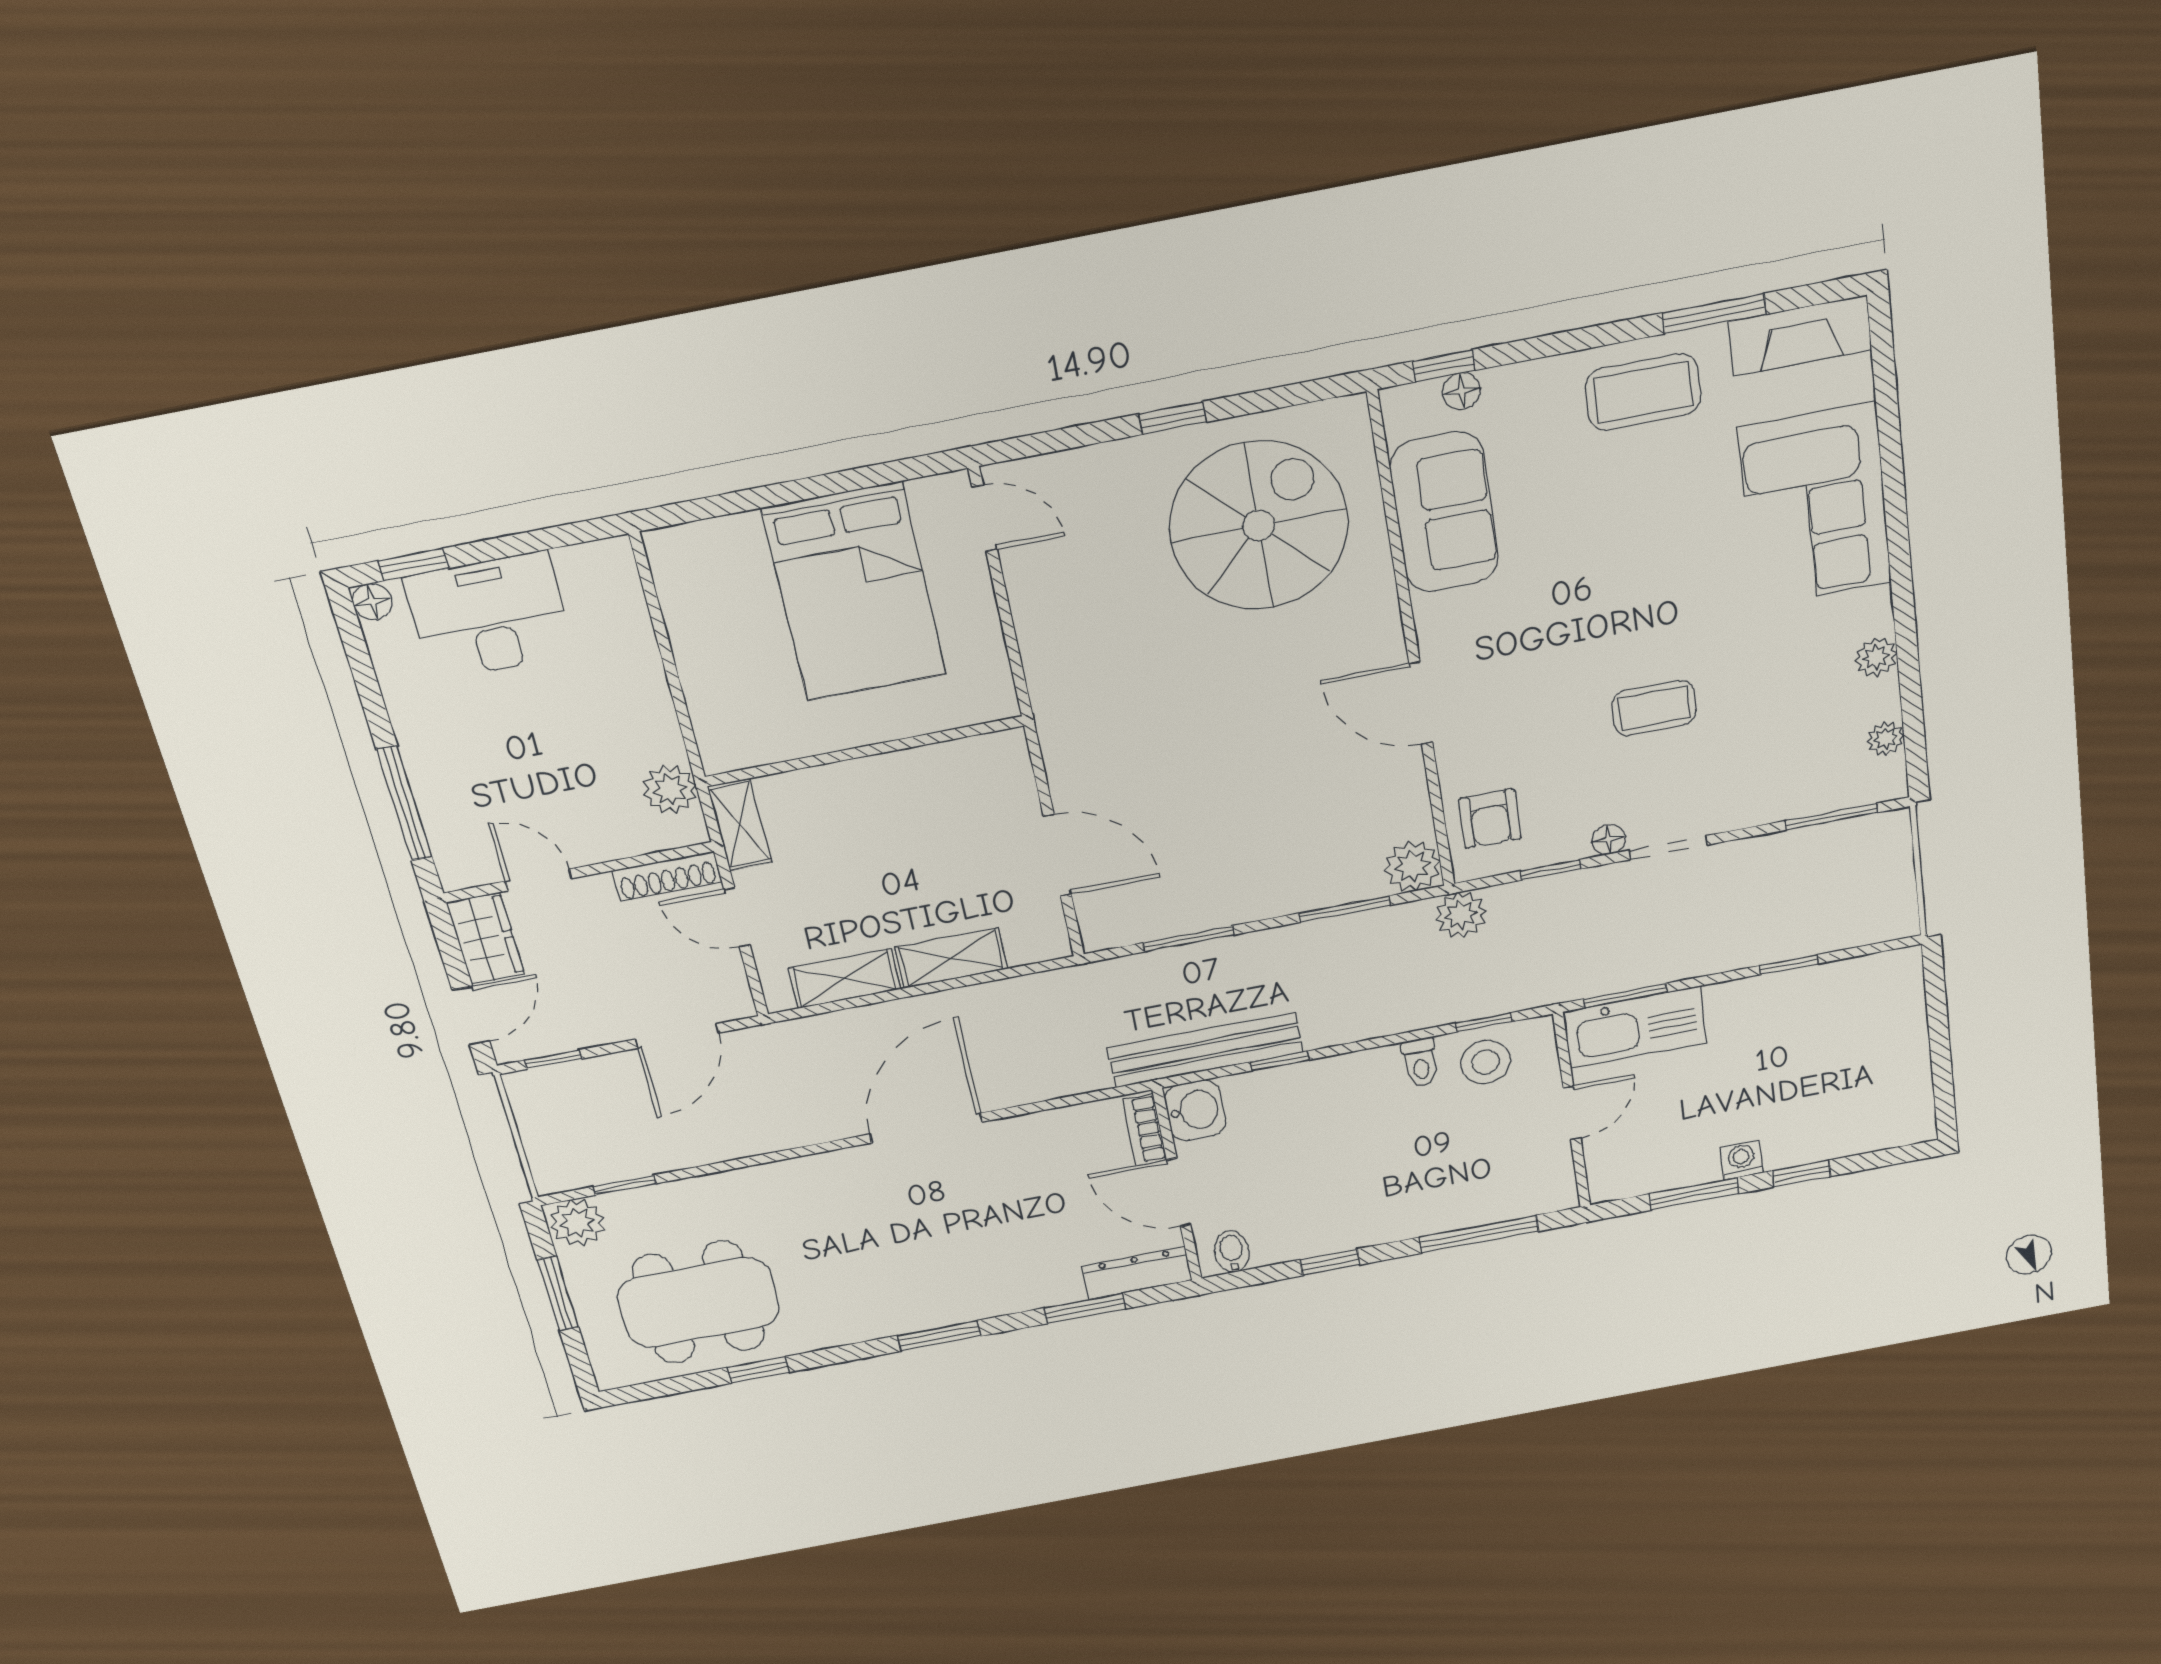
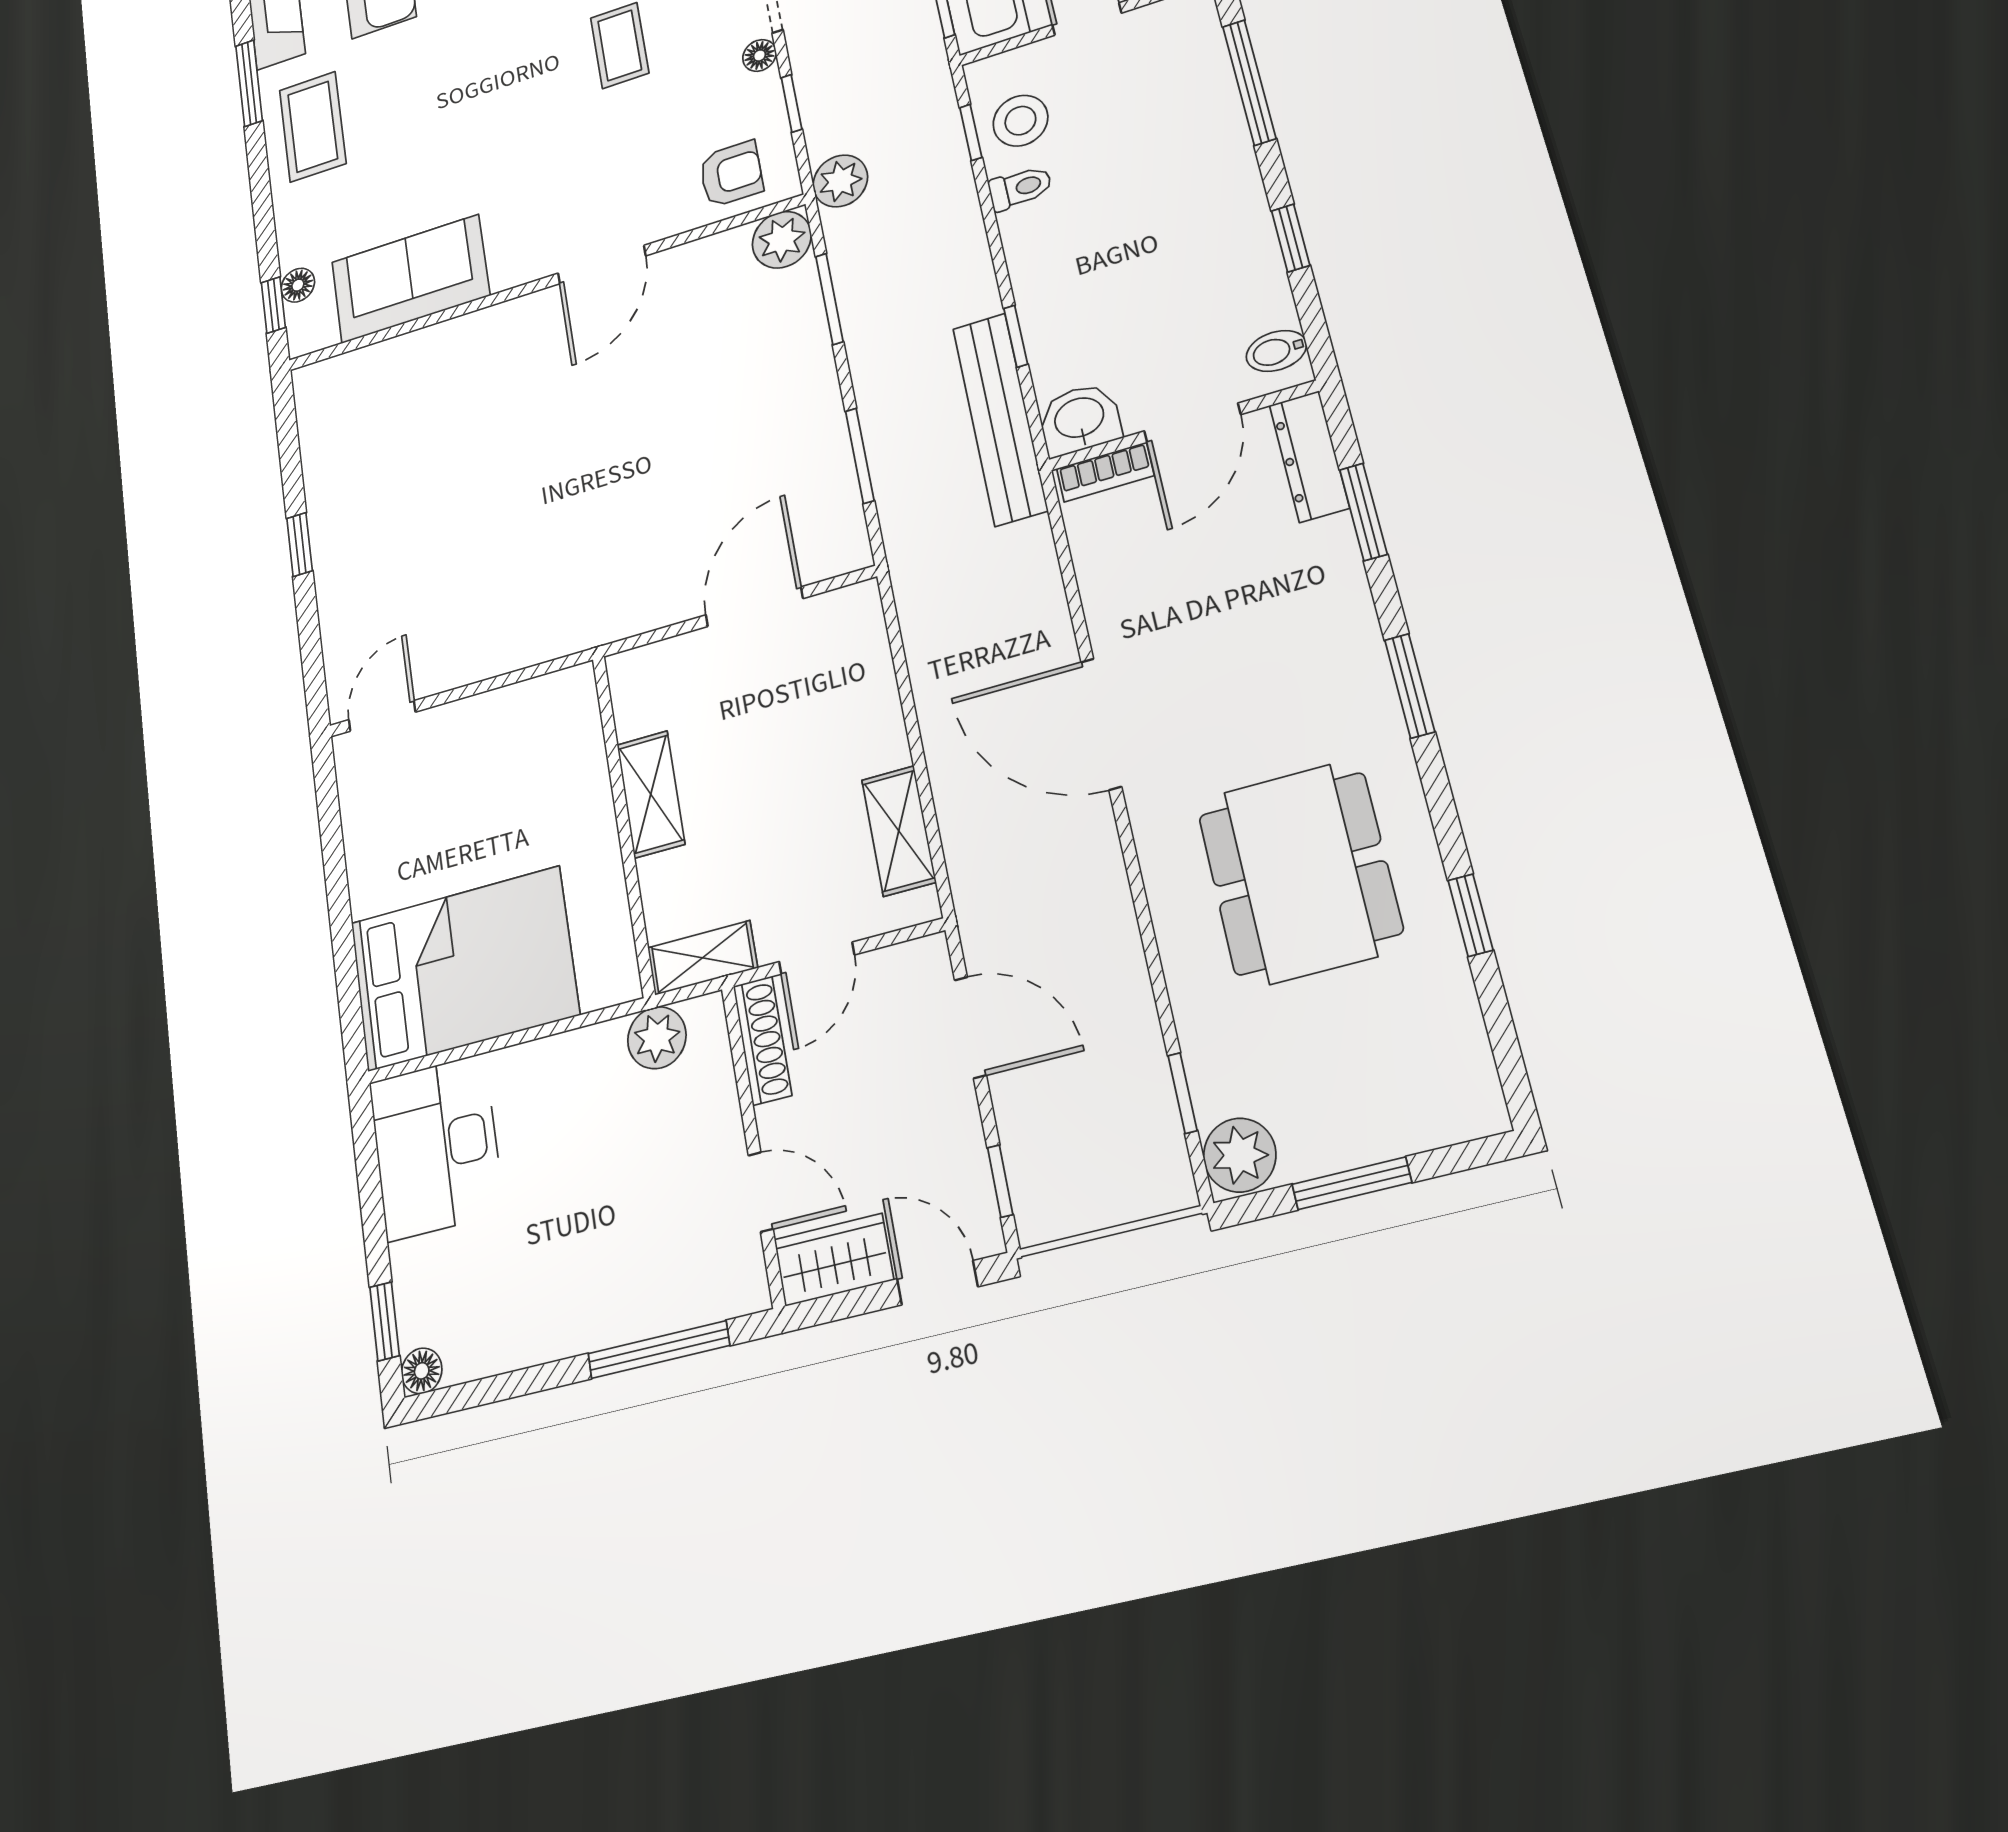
spiral stairs: (1259, 525) -> (410, 449), removed
bed: (854, 592) -> (464, 968), moved
desk: (490, 616) -> (436, 1147), moved
door: (539, 880) -> (761, 1192), swing flipped
shelving: (951, 958) -> (651, 794), moved
dining table: (699, 1302) -> (1300, 874), moved

